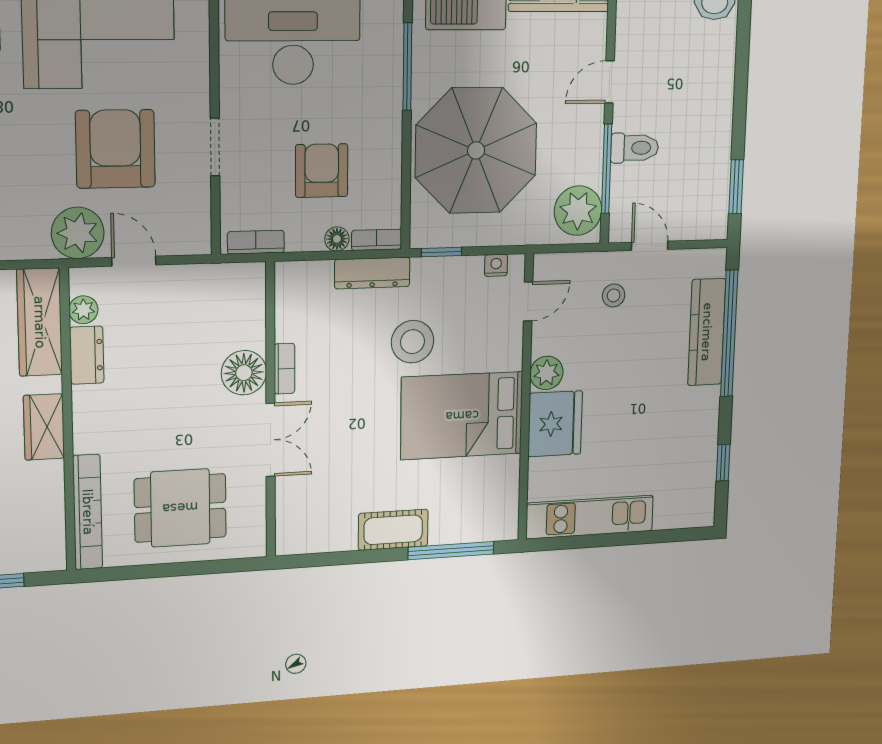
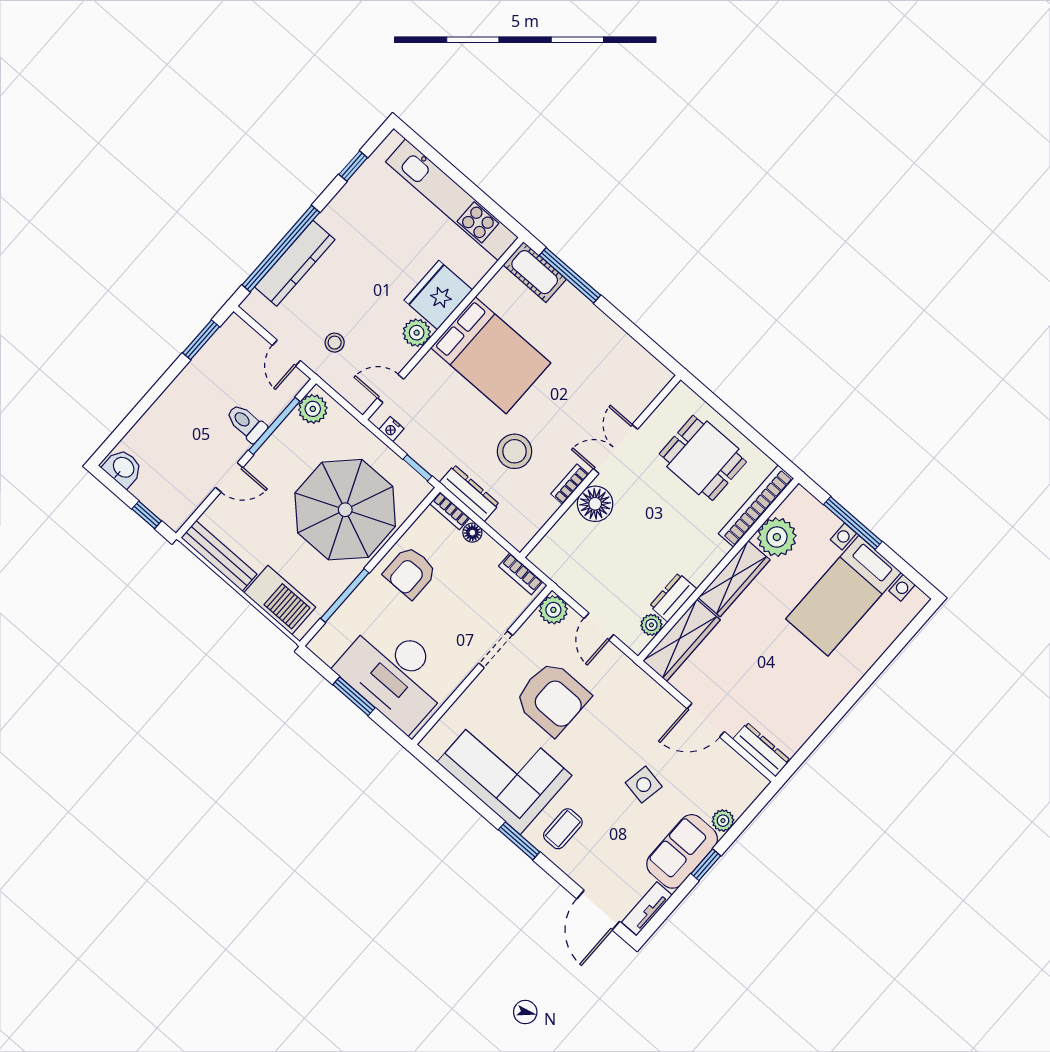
armchair: (115, 149) -> (552, 698), turned -90
armchair: (322, 171) -> (410, 572), moved
plant: (578, 211) -> (313, 409), width x0.73, depth x0.73
plant: (78, 233) -> (553, 610), moved, width x0.73, depth x0.73
stool: (413, 342) -> (515, 451), moved
wardrobe: (44, 427) -> (734, 579), width x1.50
plant: (40, 503) -> (777, 537), added
kitchen unit: (590, 517) -> (452, 200), width x1.36
cot: (393, 530) -> (535, 272), moved

